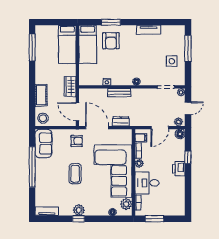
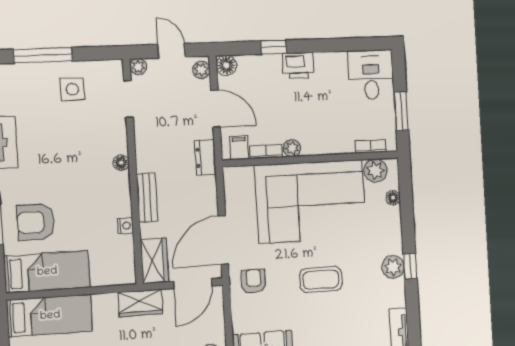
armchair: (111, 41) -> (36, 222), turned 180
wardrobe: (89, 94) -> (155, 261), added
dresser: (121, 121) -> (205, 158), moved
desk: (147, 183) -> (371, 75), moved, turned 180

